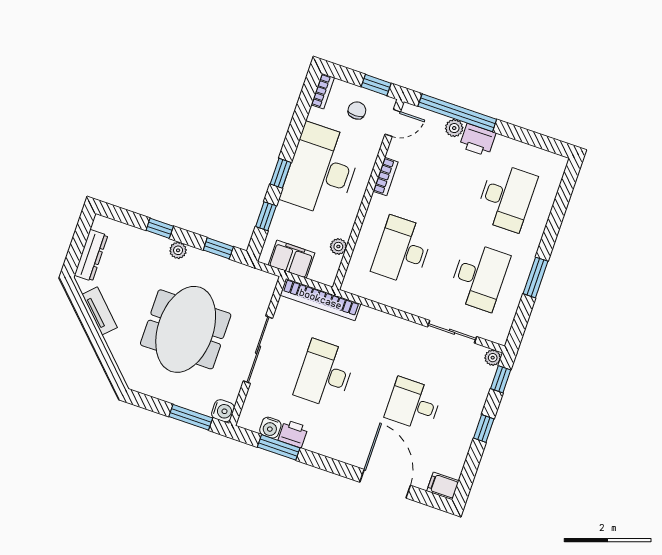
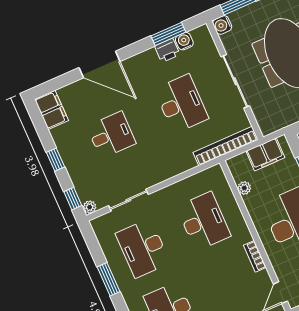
door: (385, 484) -> (99, 64), moved
filing cabinet: (443, 486) -> (52, 110), width x2.00

